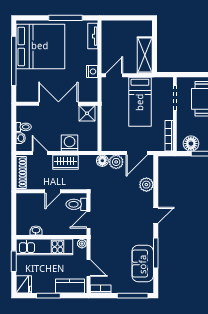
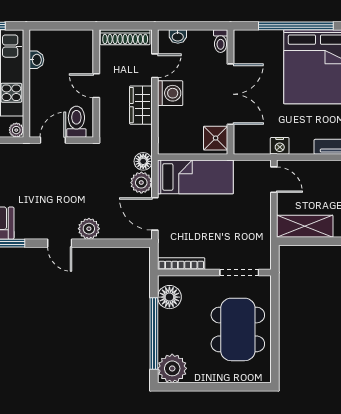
bed: (140, 102) -> (195, 177), moved, turned 180
toilet: (24, 127) -> (221, 41), moved
washing machine: (70, 143) -> (170, 93), moved
plant: (146, 185) -> (89, 229), moved
door: (88, 220) -> (53, 140), hinge flipped

